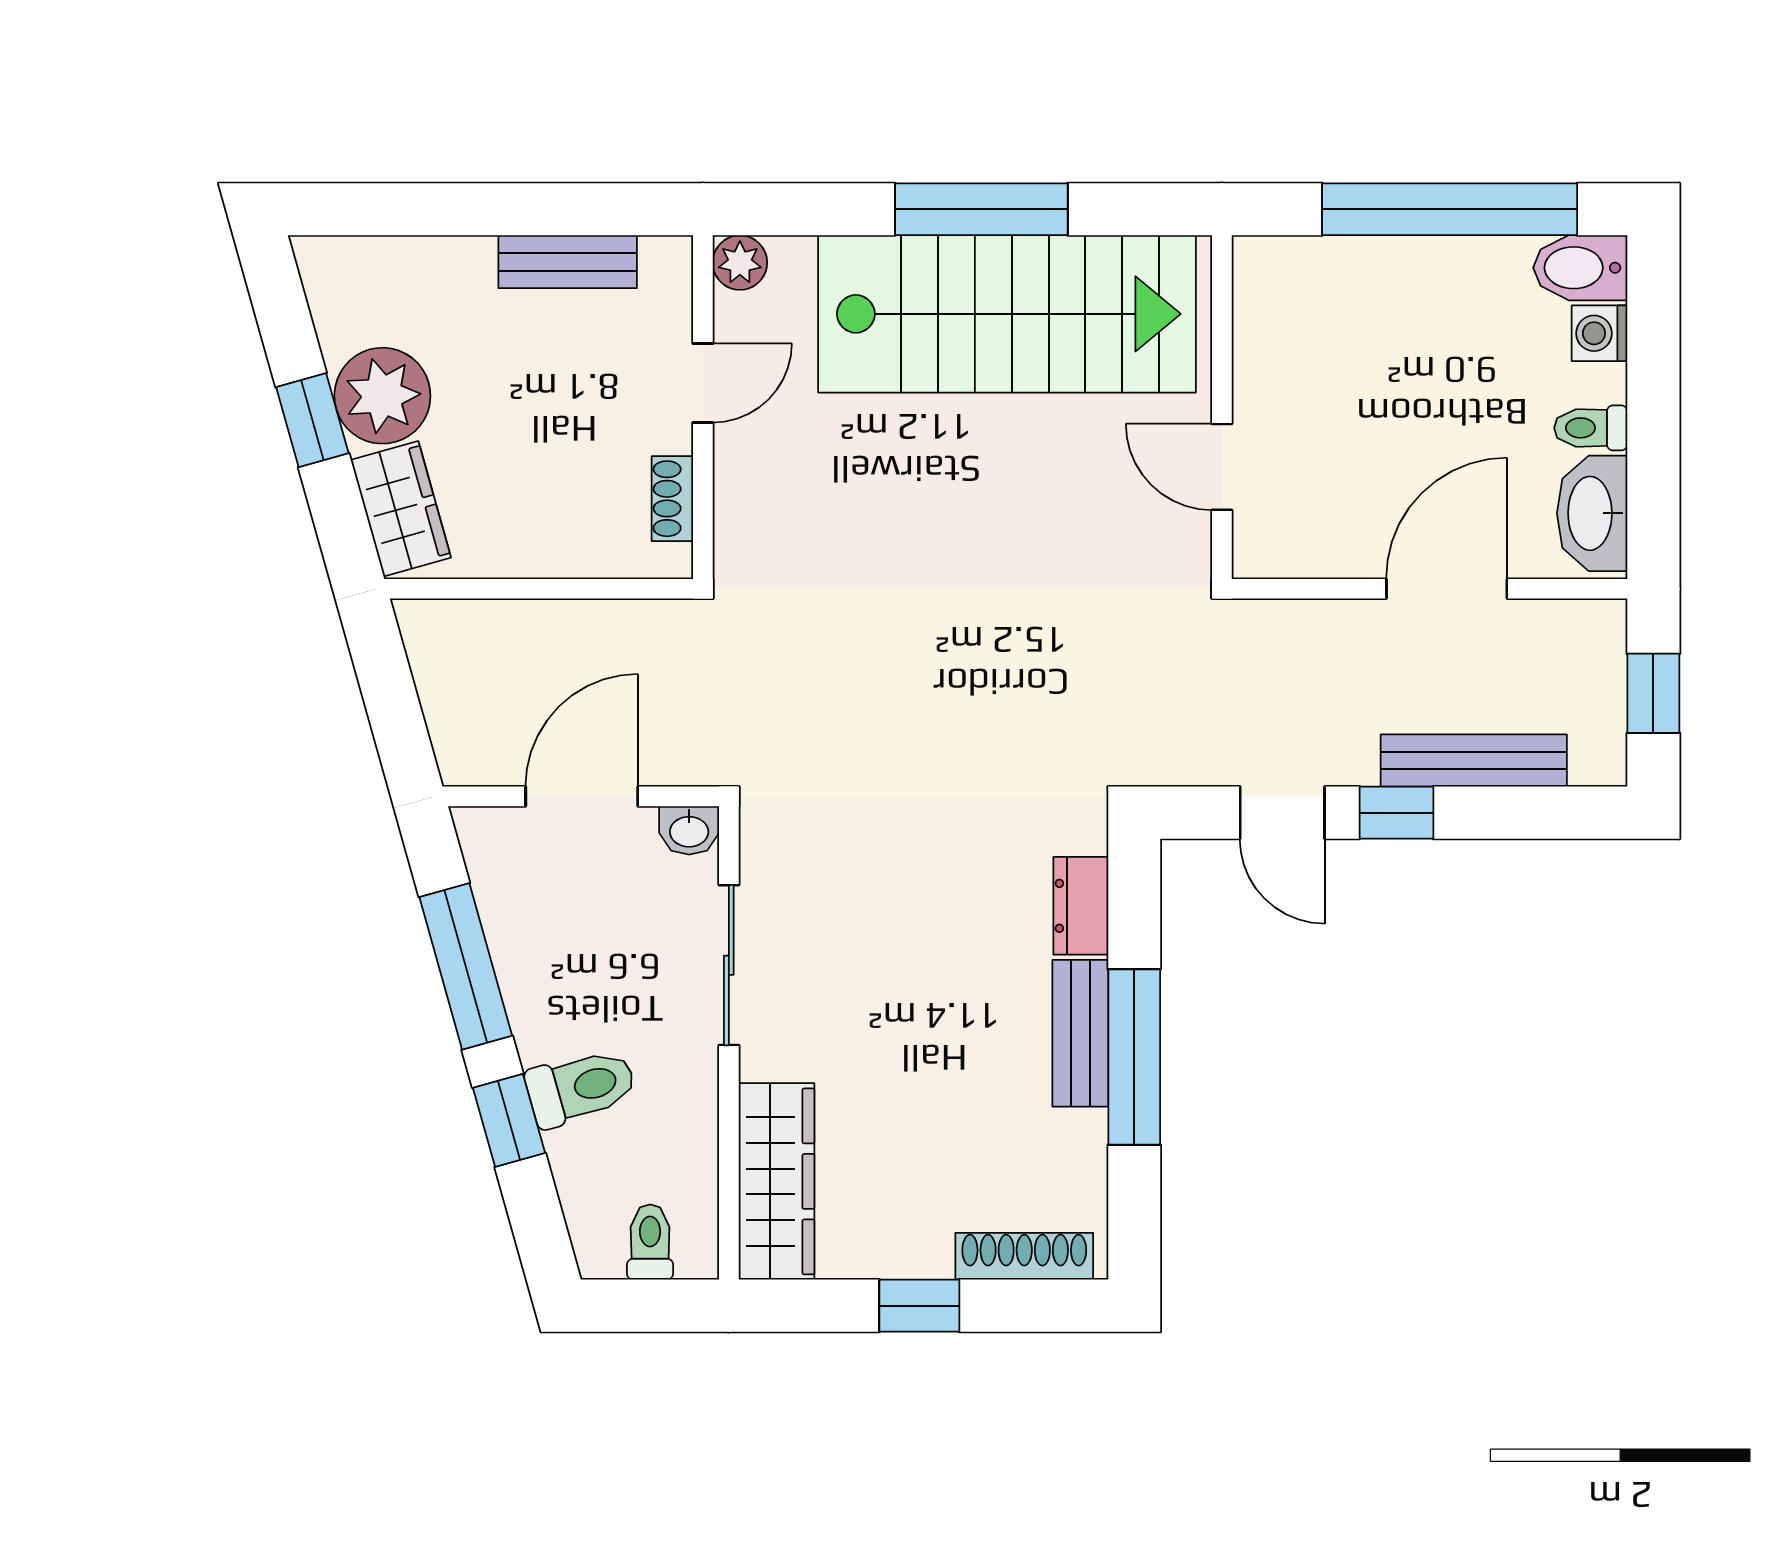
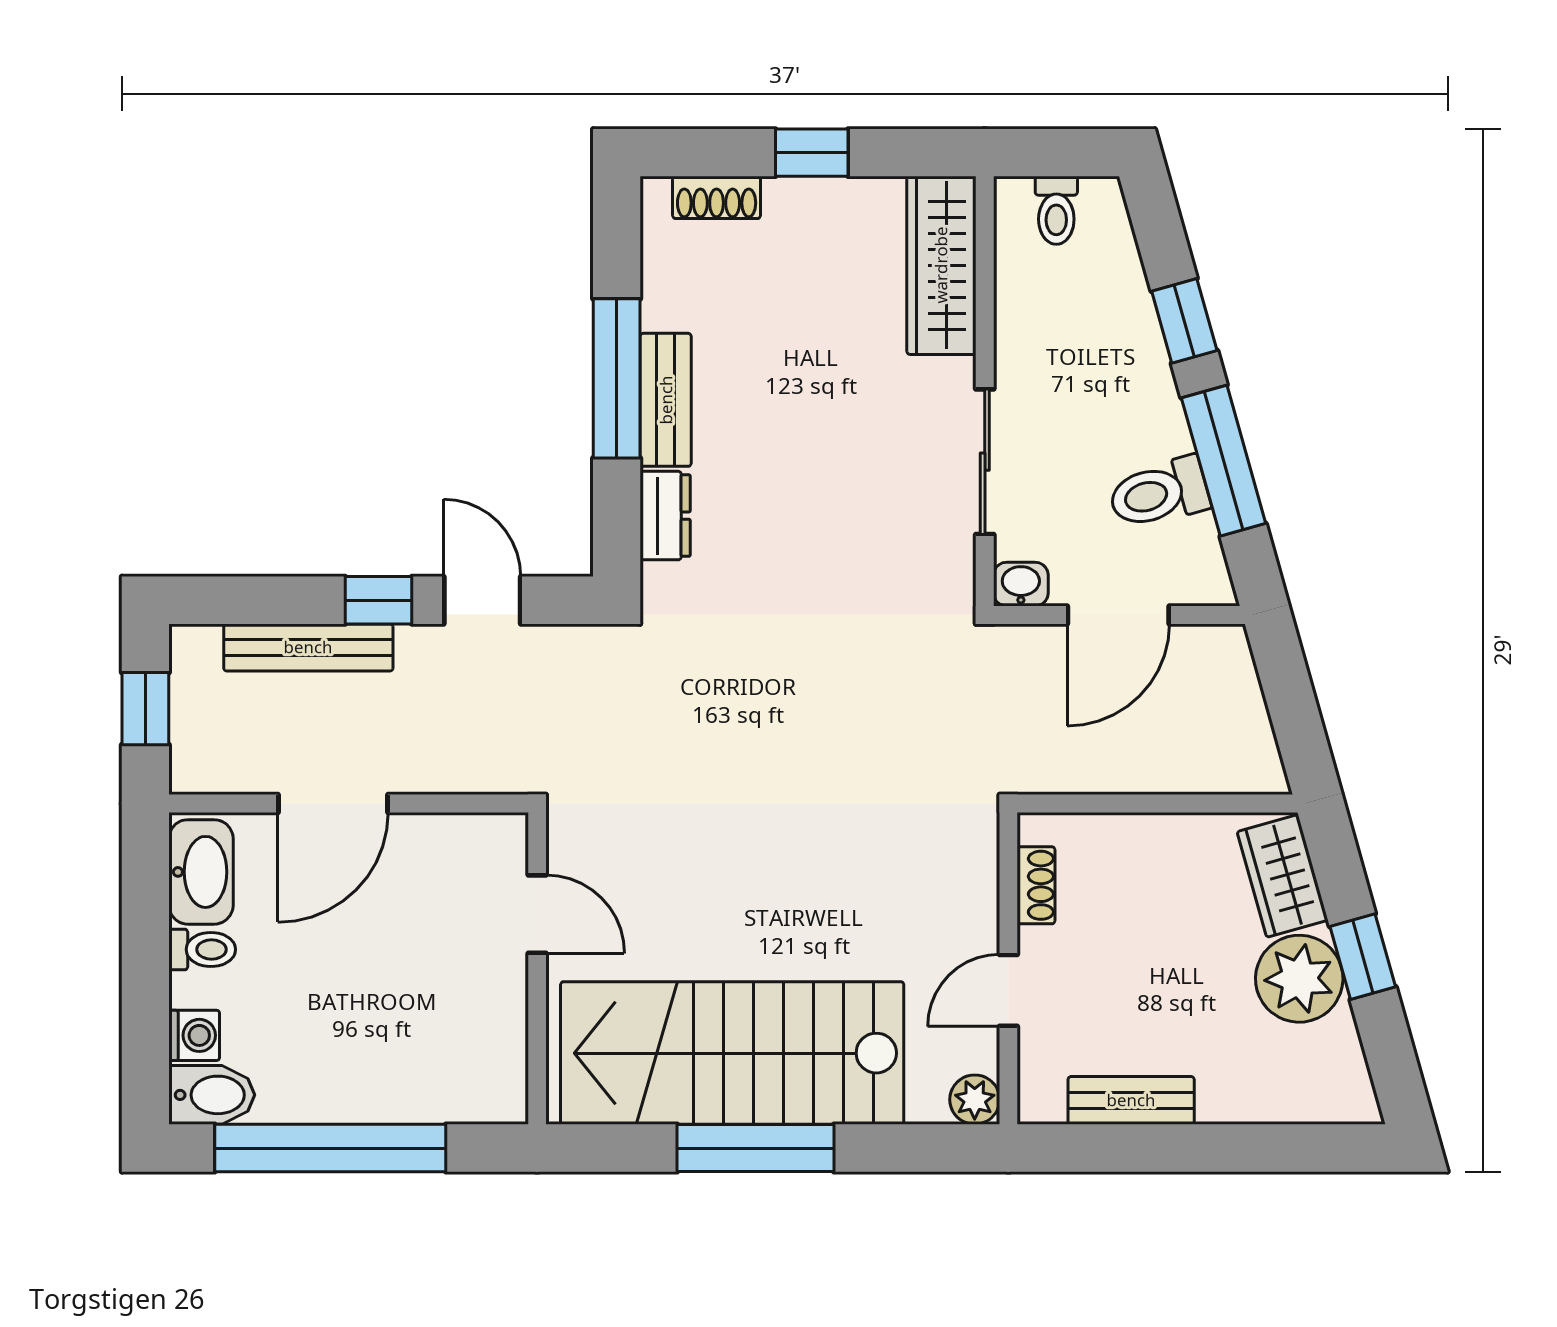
toilet: (581, 1087) -> (1159, 493), moved
shoe rack: (1024, 1256) -> (717, 197), width x0.70

